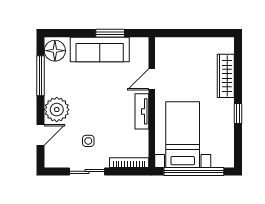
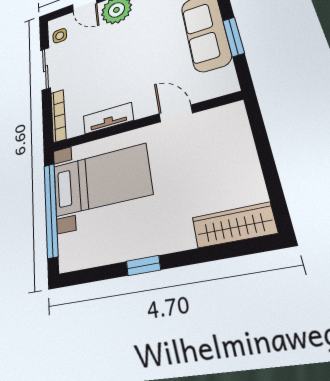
wardrobe: (226, 76) -> (234, 225), moved
tv unit: (142, 111) -> (108, 118), moved
side table: (88, 141) -> (60, 36), moved

